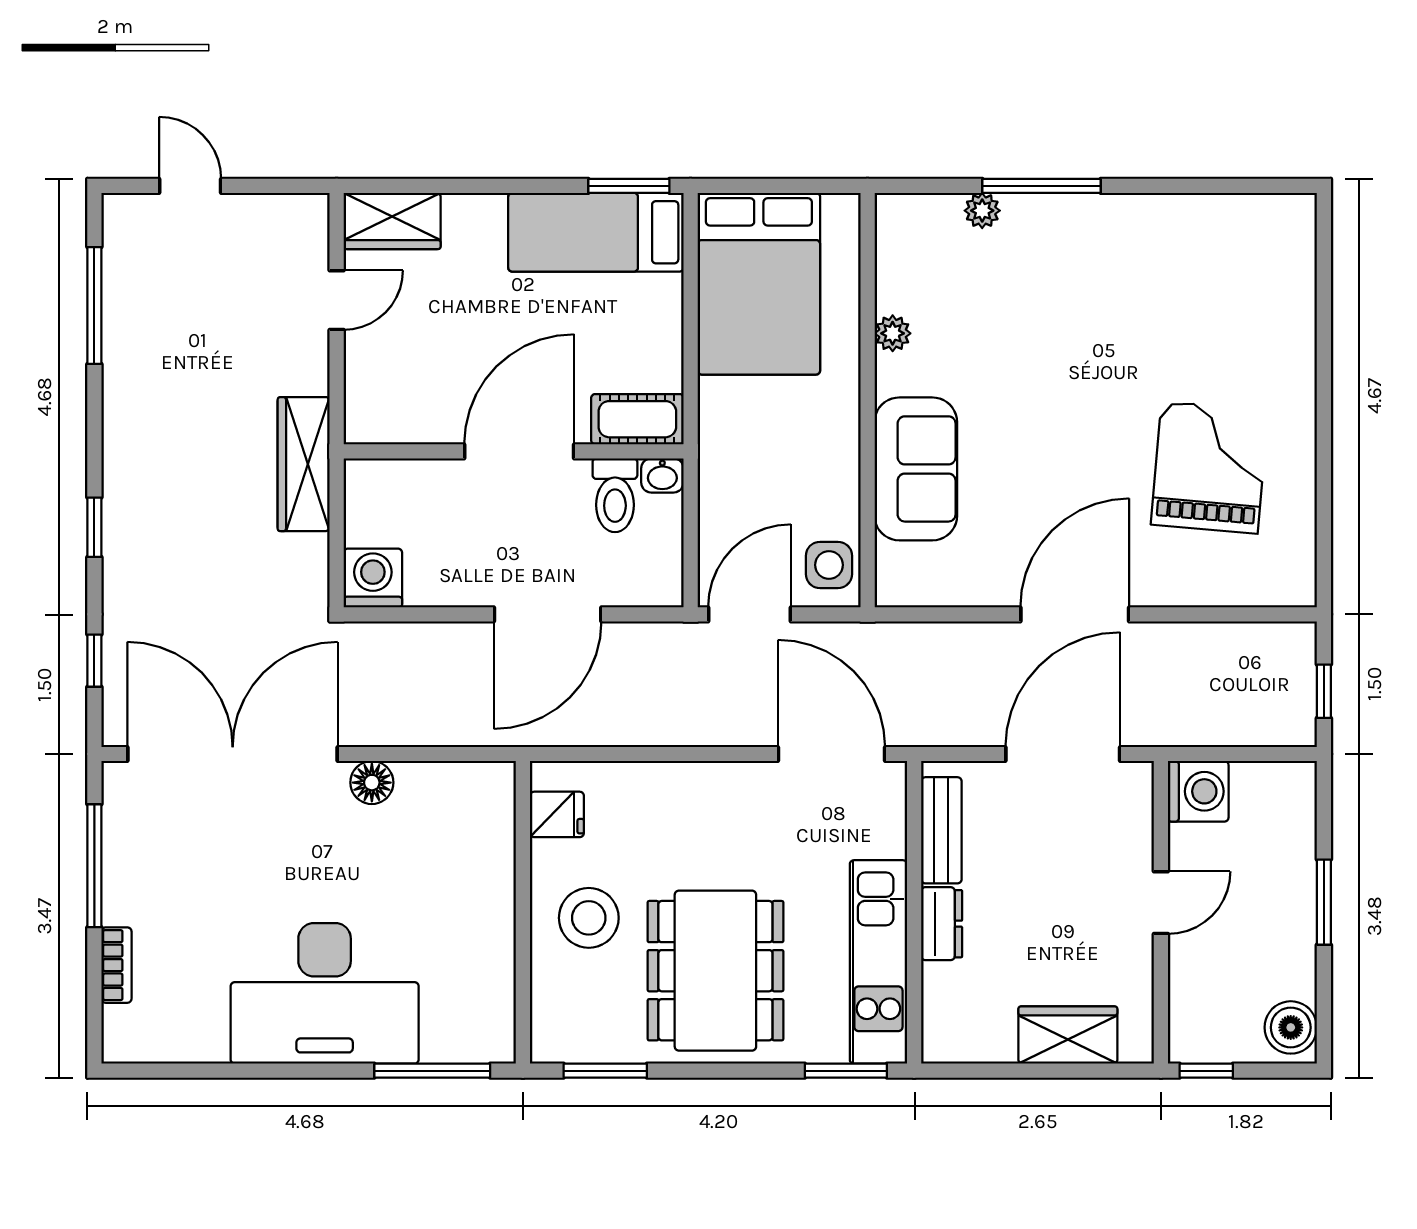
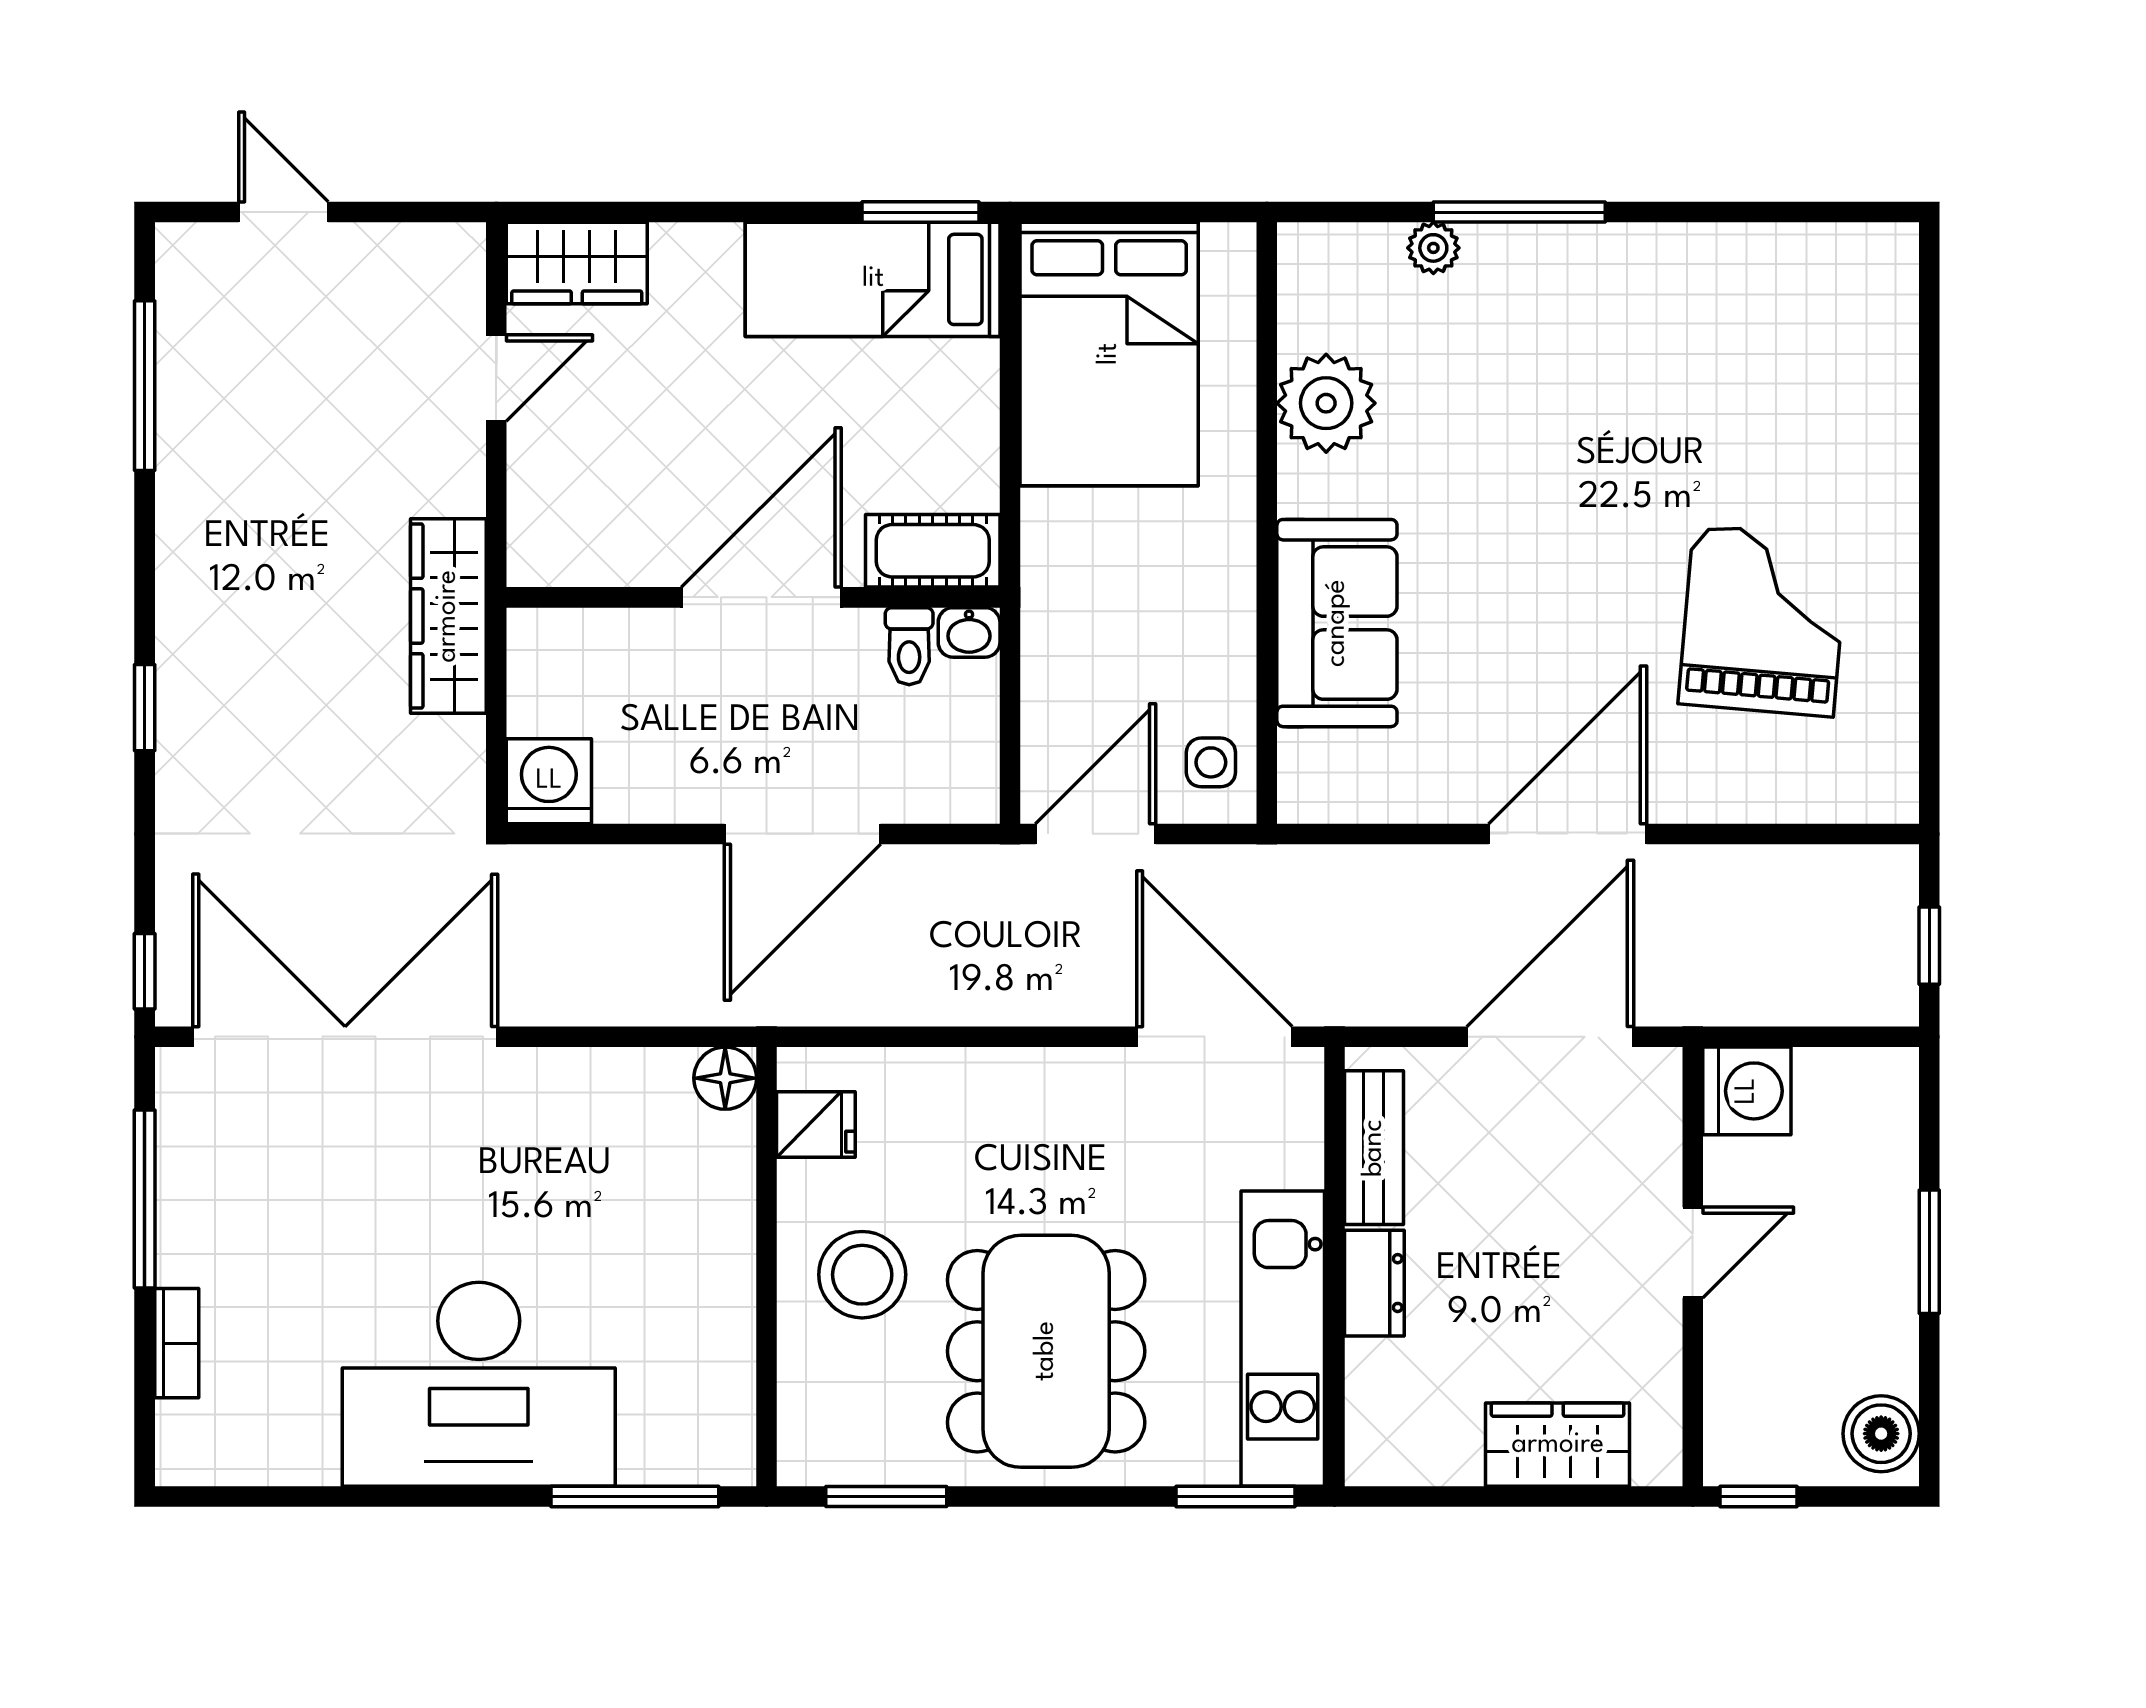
plant: (893, 333) -> (1326, 403), width x1.87, depth x1.87
toilet: (615, 495) -> (909, 646), width x0.73, depth x0.72
side table: (829, 565) -> (1211, 762), width x0.73, depth x0.73
window: (94, 661) -> (145, 971), moved
floor lamp: (372, 783) -> (725, 1078), moved

